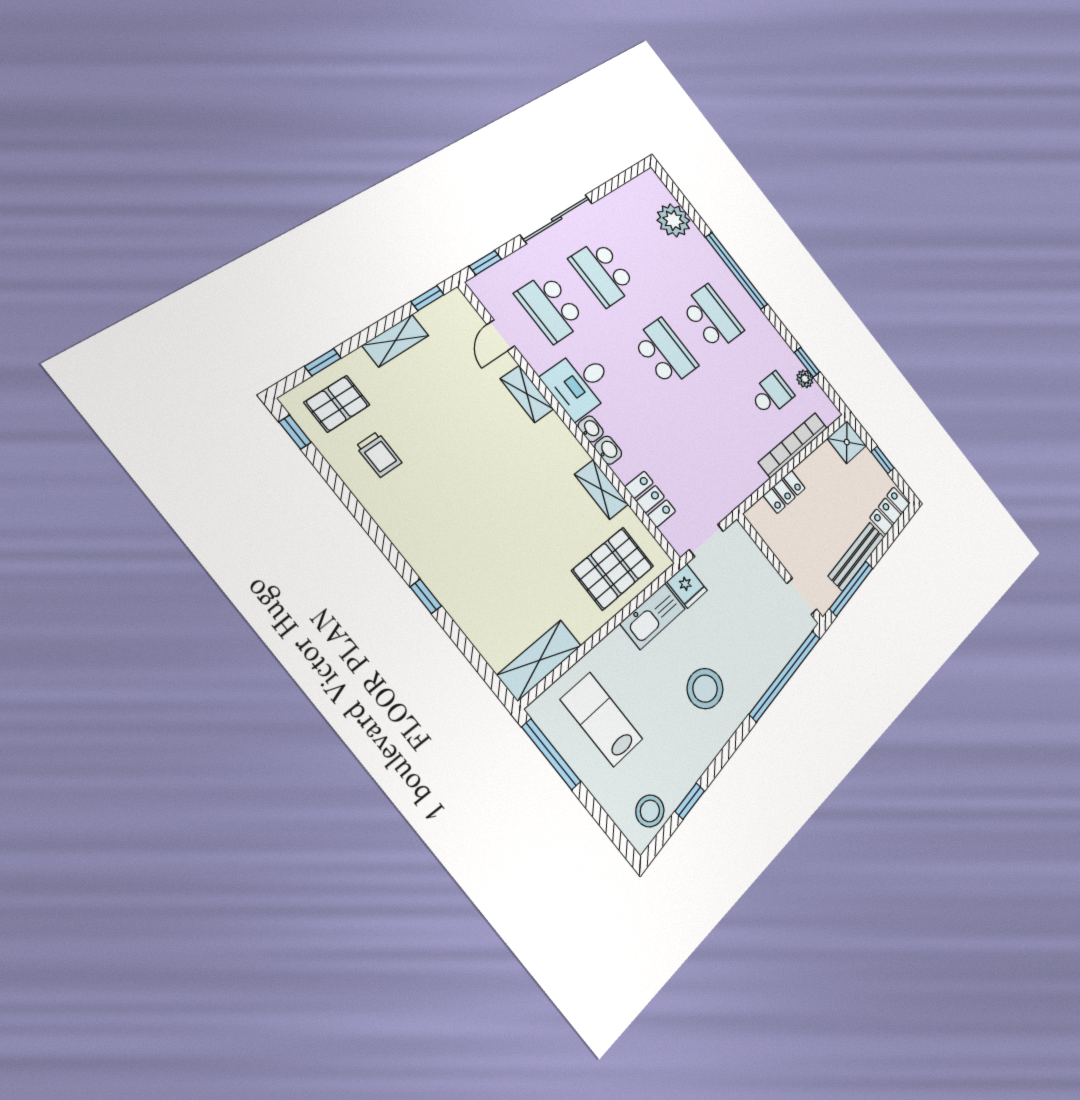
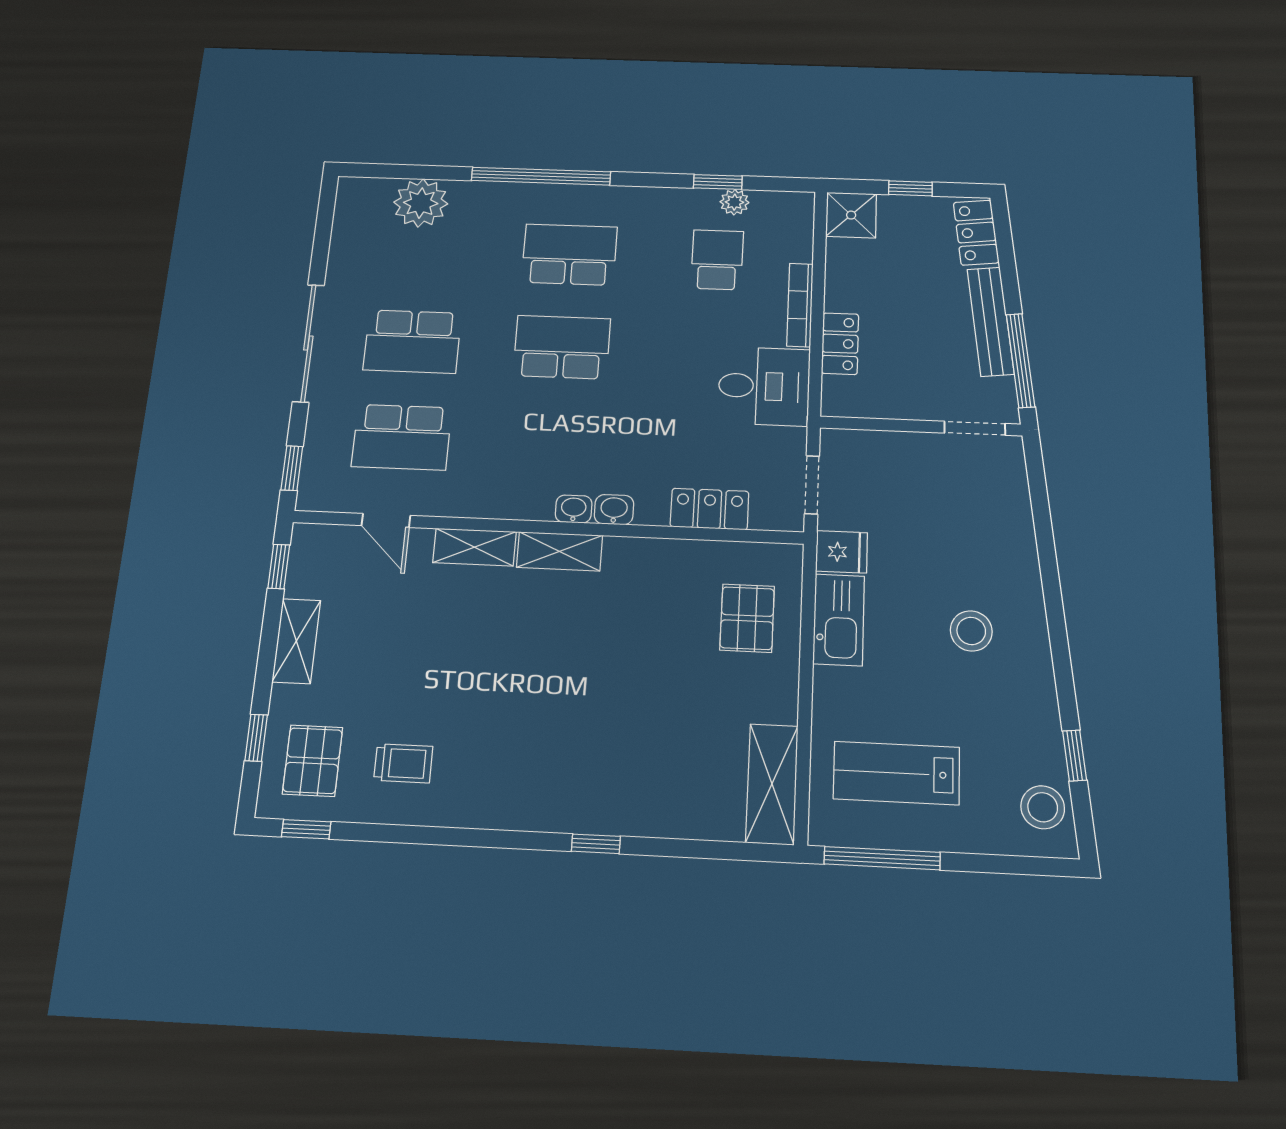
desk: (580, 383) -> (764, 386), moved, turned -90
bookcase: (793, 445) -> (800, 305), width x0.68, depth x0.76
shelving: (601, 489) -> (560, 551), moved
pallet: (613, 568) -> (747, 618), width x0.67, depth x0.71
window: (785, 676) -> (1043, 527), removed
stool: (705, 689) -> (971, 631), width x0.73, depth x0.73

